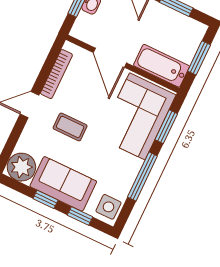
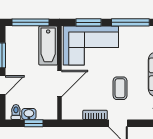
window: (199, 58) -> (31, 22), width x1.44
bookcase: (56, 74) -> (95, 115), width x0.64

